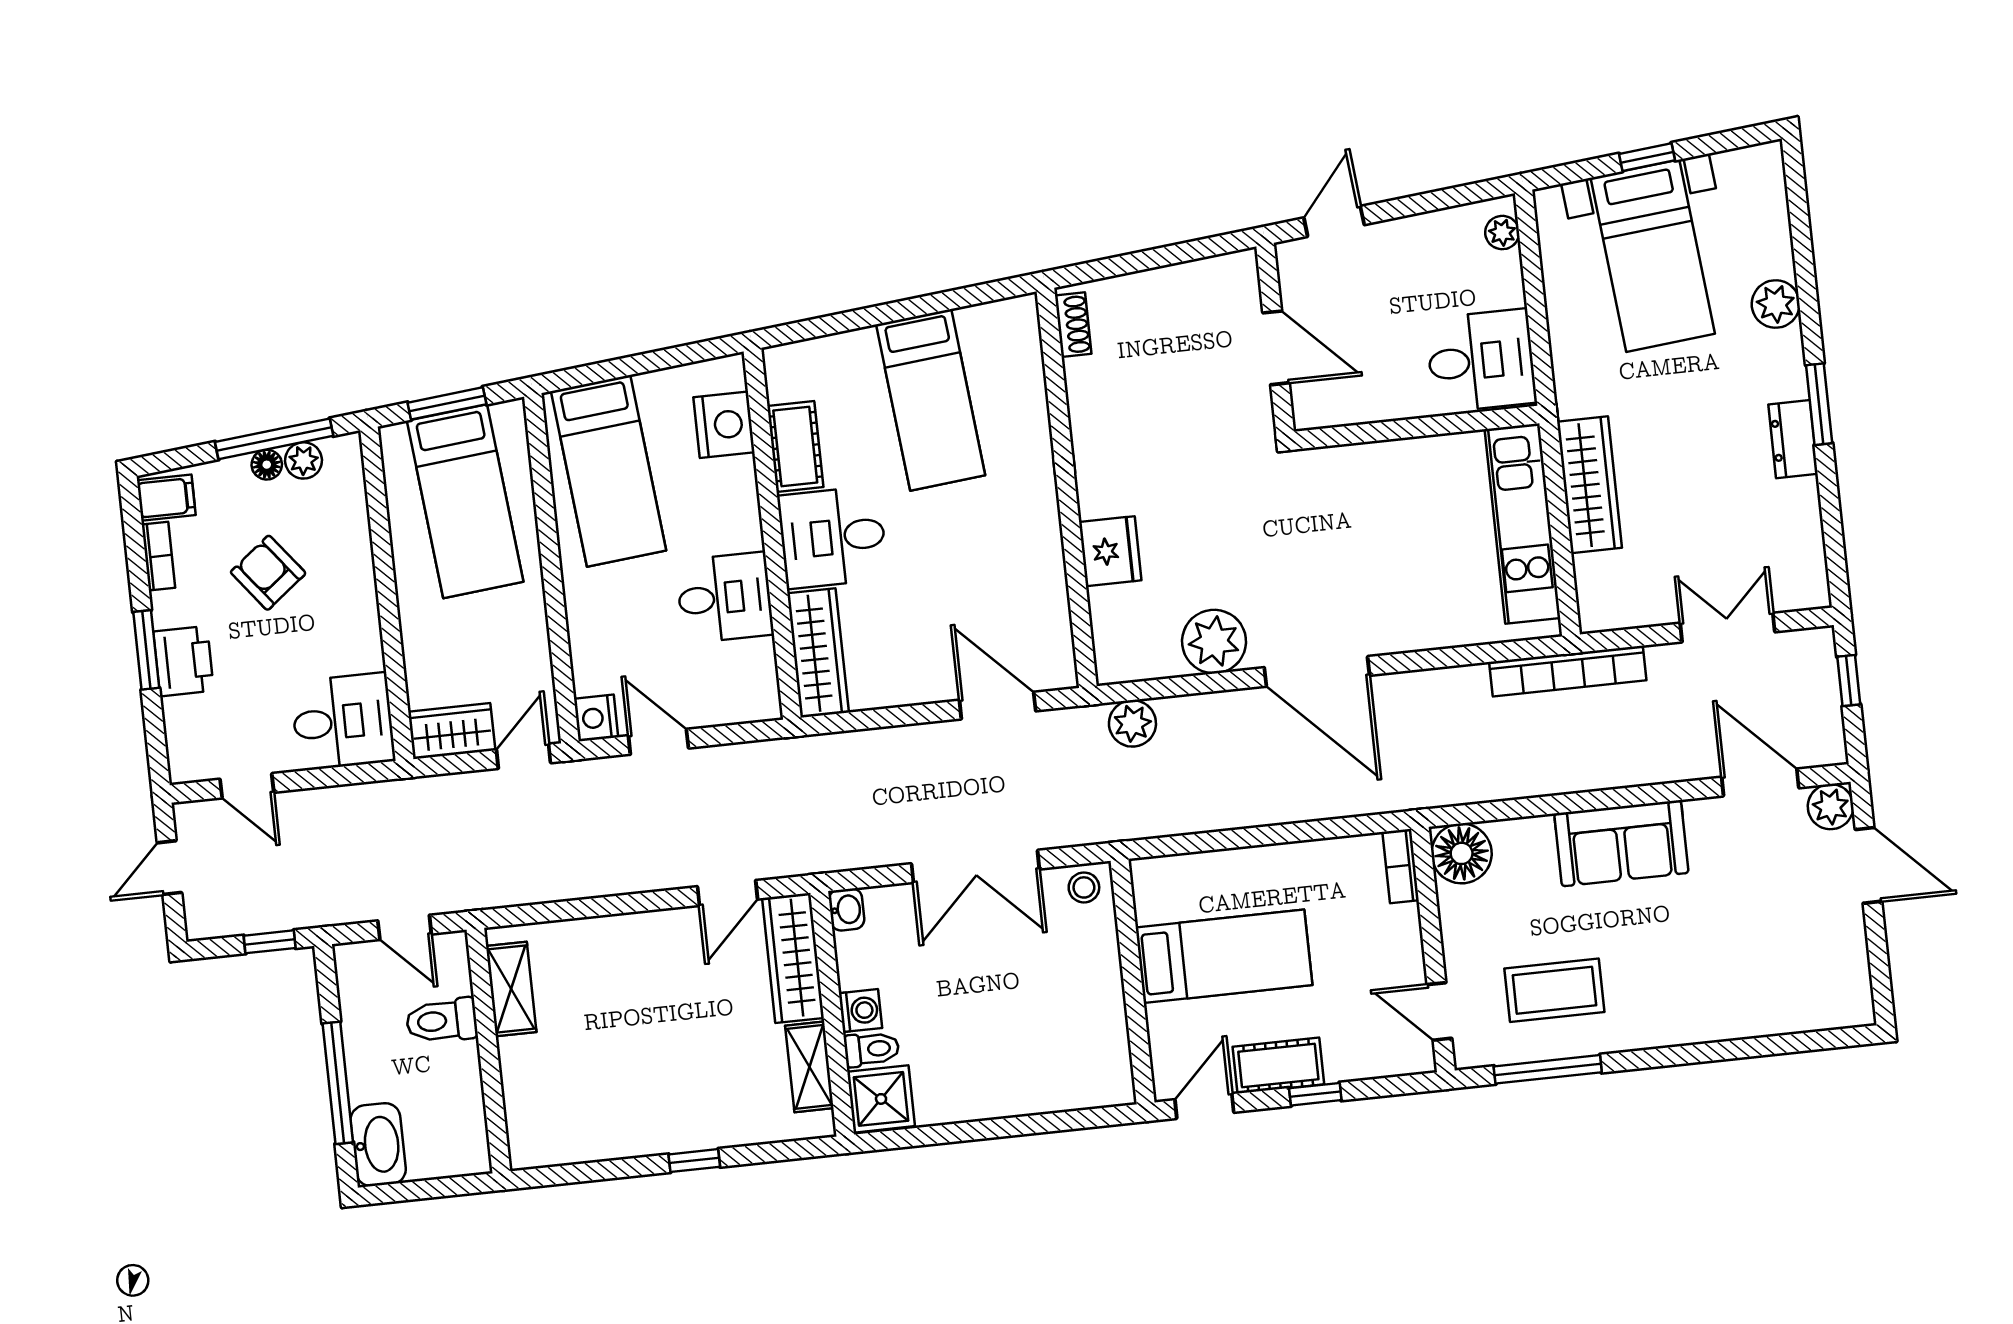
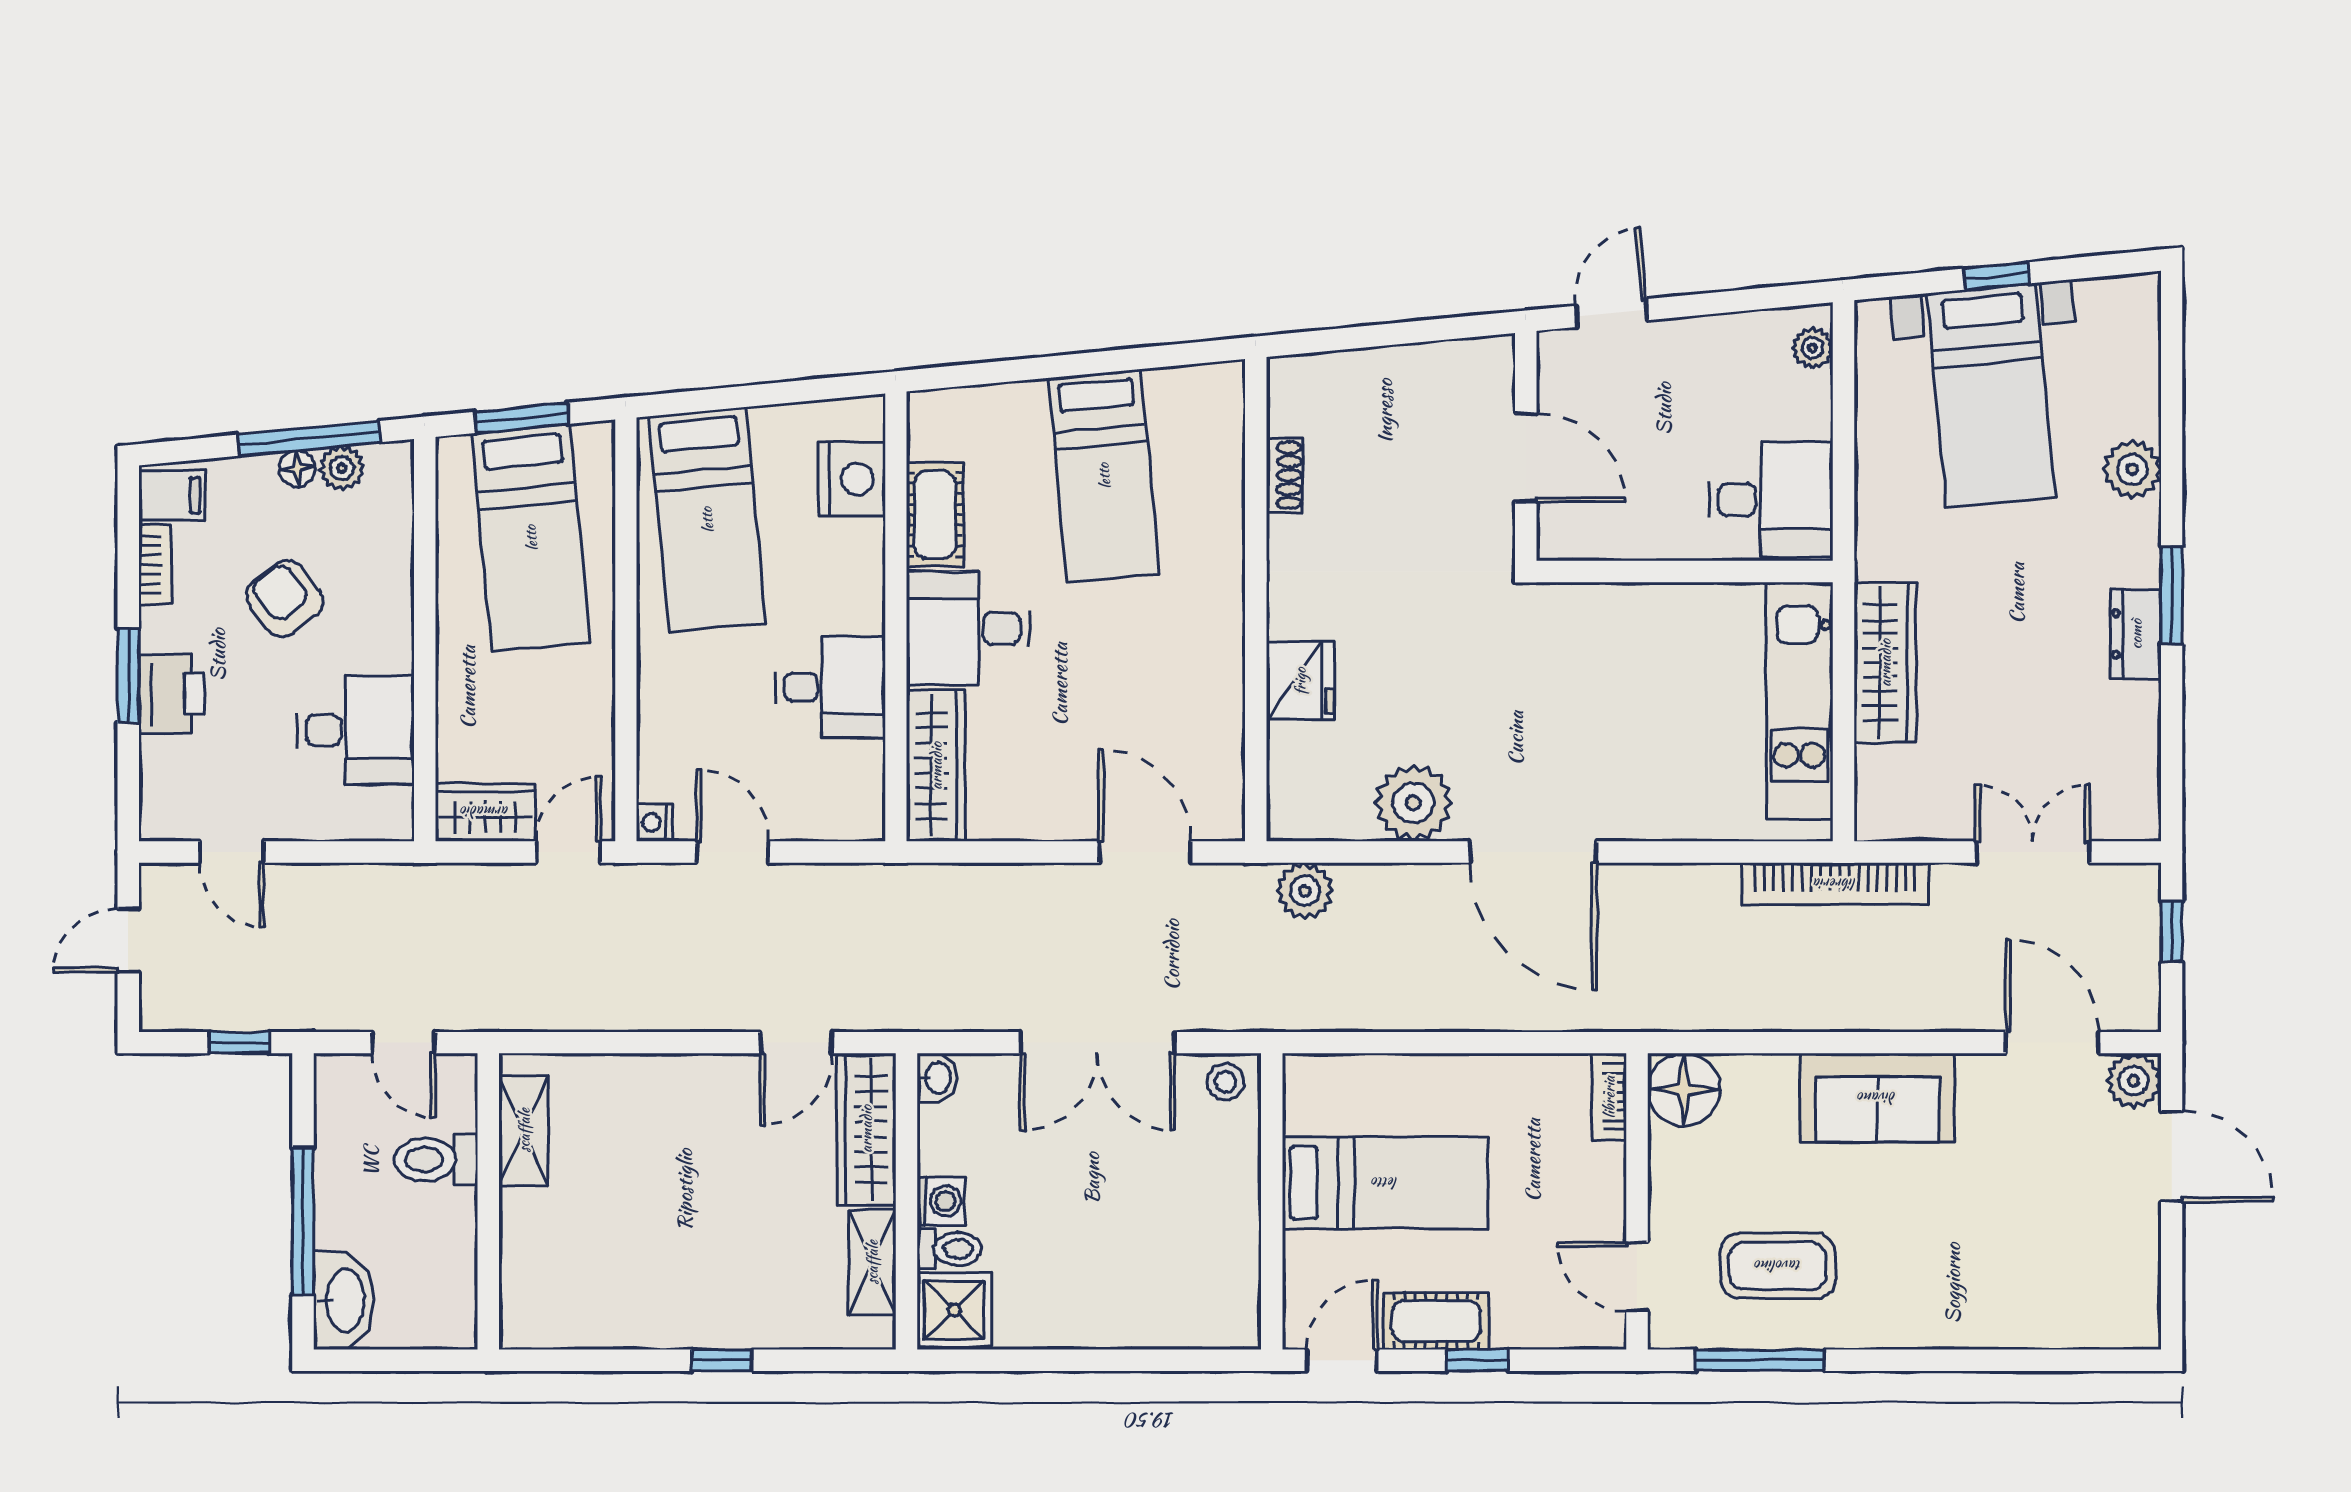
shoe rack: (1073, 325) -> (1285, 475), moved
nightstand: (596, 718) -> (654, 823), width x0.72, depth x0.74
desk: (343, 721) -> (355, 730), moved

